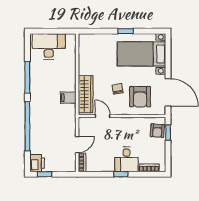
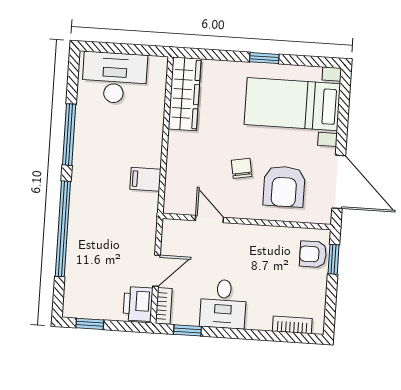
wardrobe: (86, 94) -> (185, 94), moved
armchair: (157, 131) -> (313, 254), turned 86
desk: (126, 159) -> (223, 304), moved
printer: (37, 163) -> (138, 304), moved, turned 180
window: (121, 174) -> (187, 330), moved

